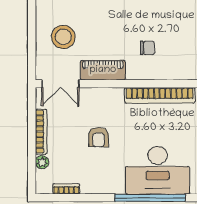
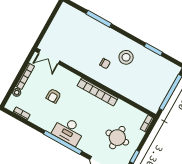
stool: (63, 37) -> (126, 57), moved
piano: (103, 70) -> (75, 62), removed
desk: (158, 170) -> (69, 131), width x0.73, depth x0.77

